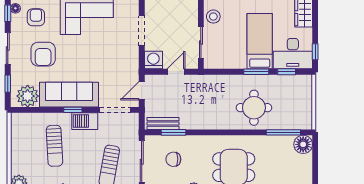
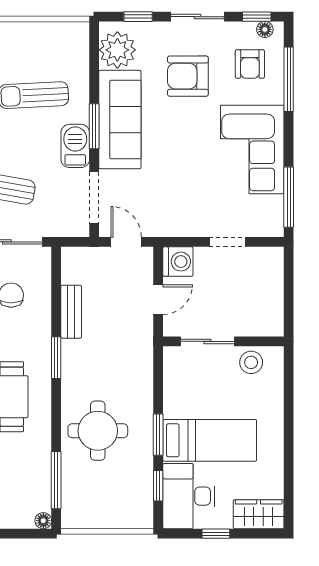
armchair: (36, 17) -> (250, 64), turned 90
doorway: (142, 31) -> (227, 242), width x0.73
window: (315, 52) -> (216, 534), moved
door: (176, 72) -> (158, 300), hinge flipped
window: (73, 110) -> (94, 126), width x1.50
bench: (163, 124) -> (71, 312), moved
window: (173, 132) -> (56, 358), moved
floor lamp: (303, 144) -> (43, 521), width x0.53, depth x0.53

